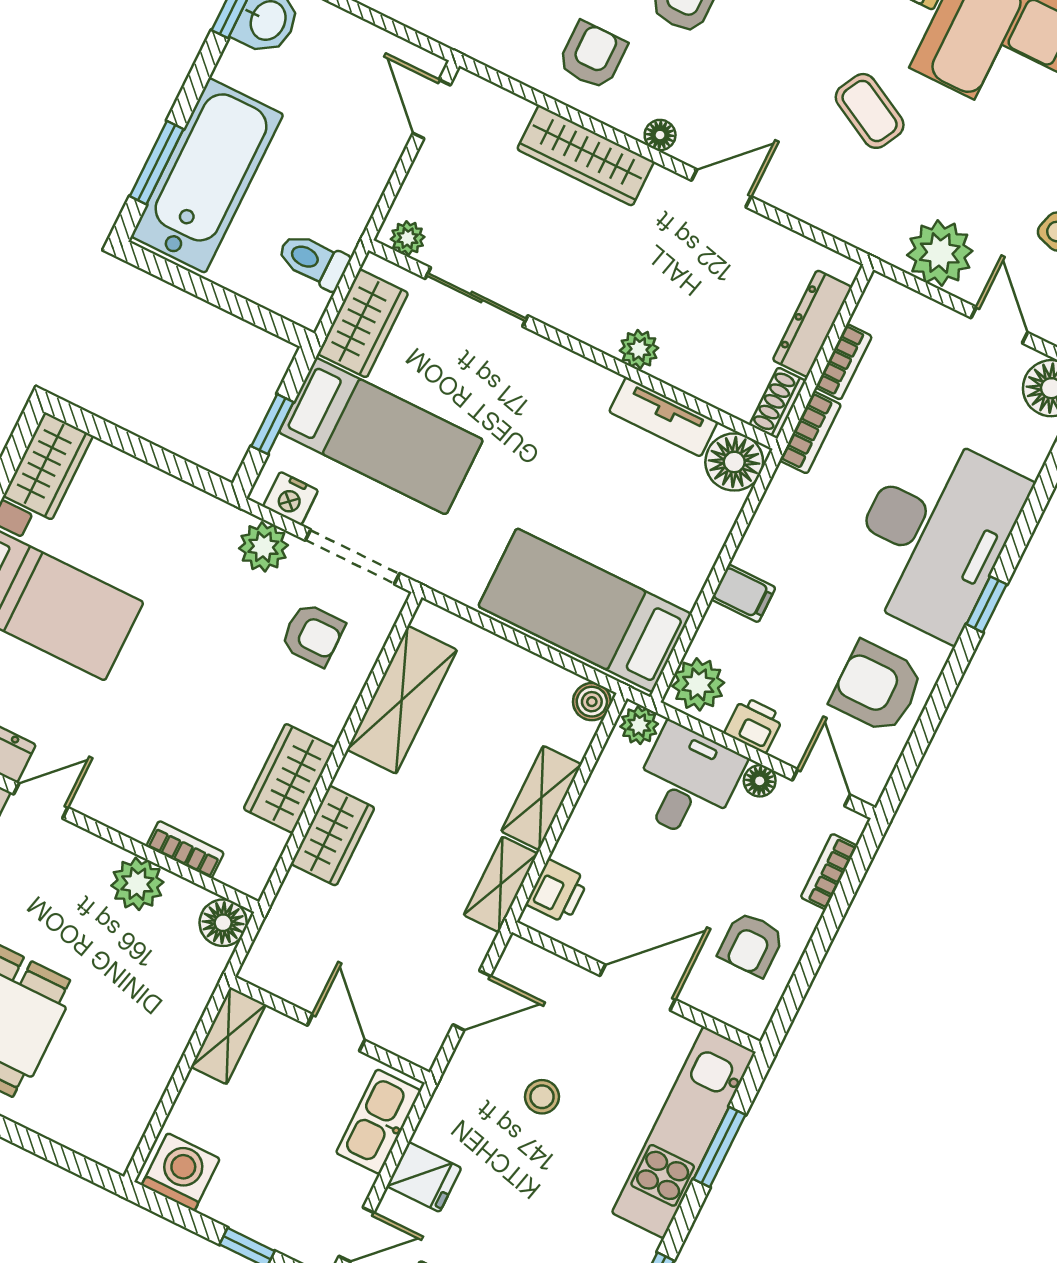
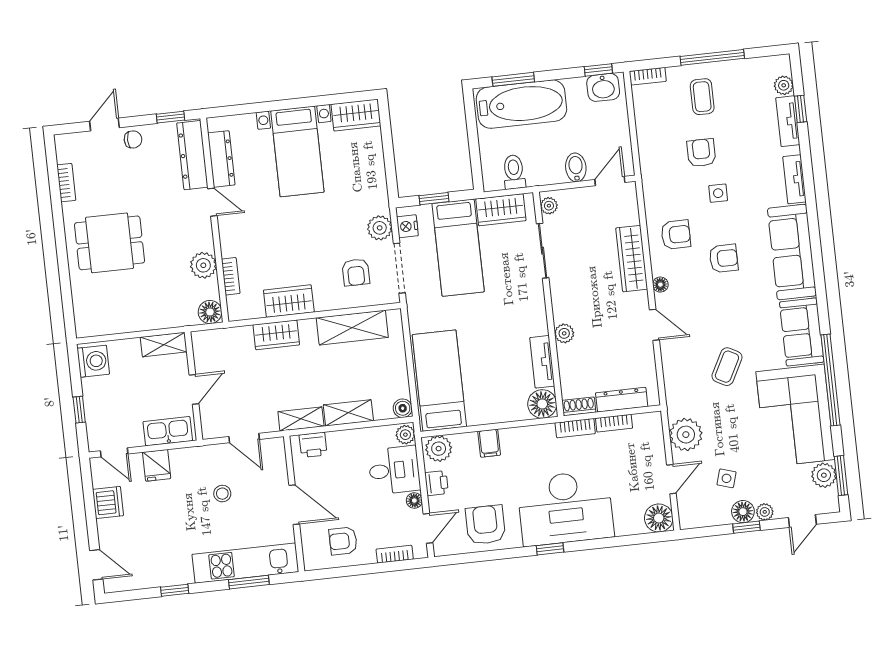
bidet: (372, 152) -> (576, 167), added

